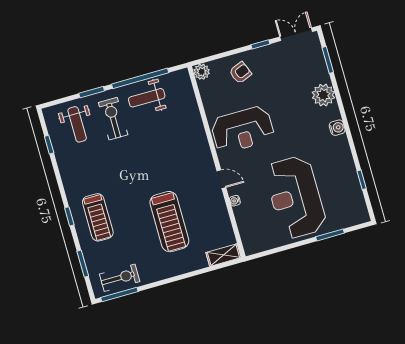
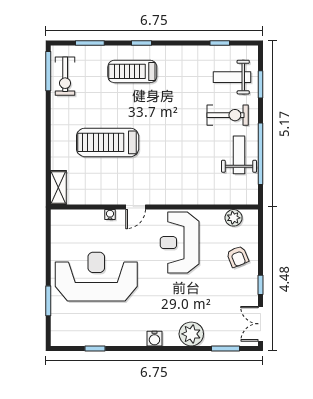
double door: (296, 34) -> (260, 324), swing flipped
plant: (202, 72) -> (234, 218), moved
window: (92, 92) -> (260, 84), moved

